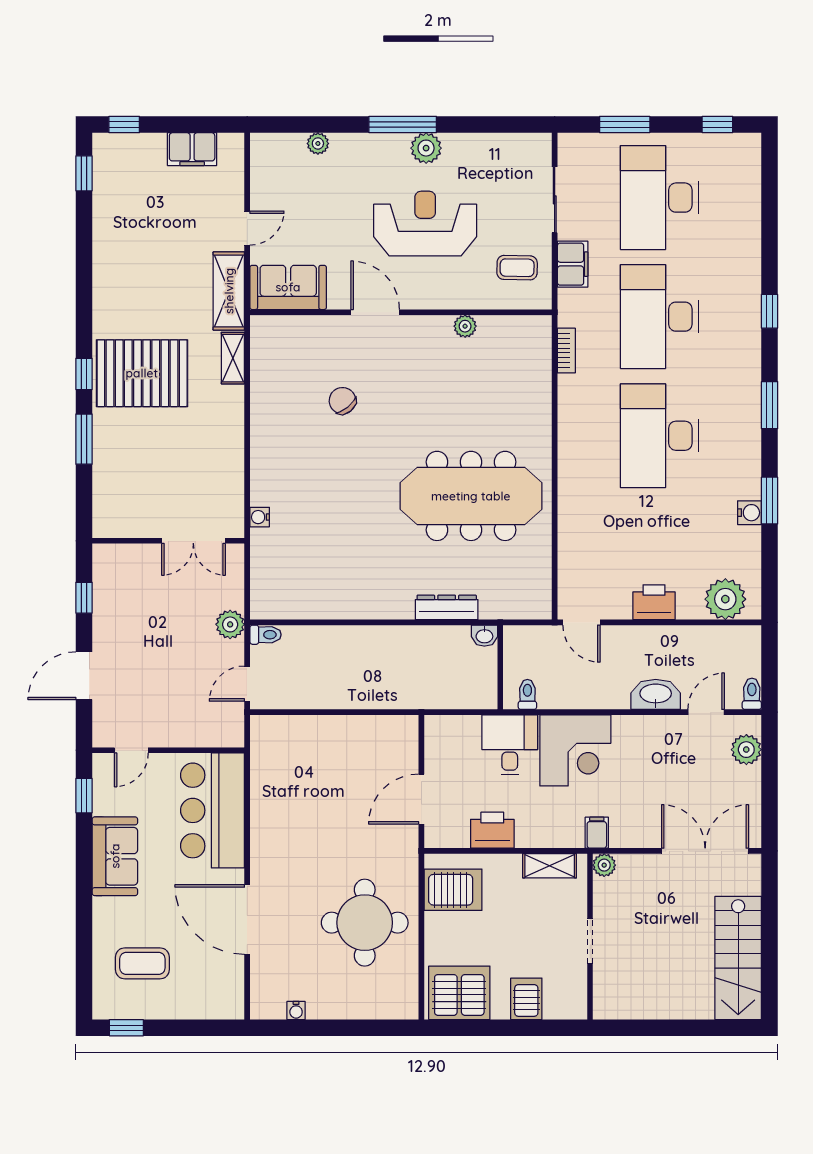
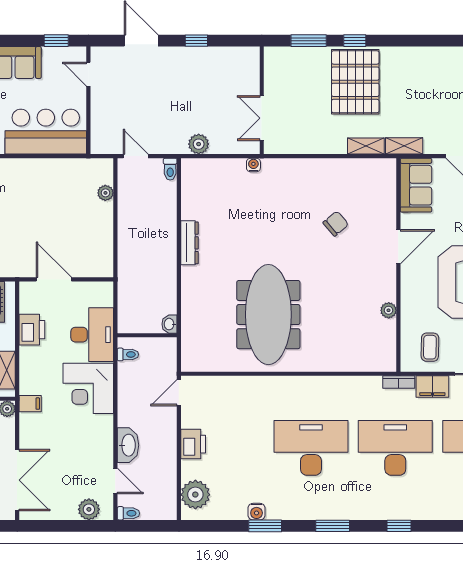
shelving: (229, 291) -> (404, 146), width x0.67, depth x0.75
bookcase: (566, 351) -> (399, 382), moved
wall: (168, 541) -> (262, 100), moved
double door: (193, 541) -> (262, 118), moved
dresser: (447, 607) -> (189, 243), moved
plant: (230, 624) -> (199, 144), moved
plant: (299, 726) -> (105, 193), added
desk: (510, 745) -> (92, 335), width x1.37

